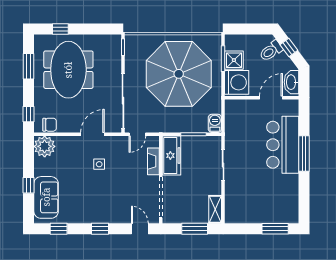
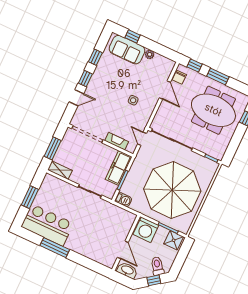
shower: (234, 60) -> (174, 240), moved
window: (29, 66) -> (218, 76), moved
door: (92, 134) -> (165, 90), moved
bar counter: (283, 145) -> (47, 225), moved
plant: (45, 146) -> (150, 54), moved, width x0.53, depth x0.53
window: (304, 153) -> (55, 248), moved
freezer: (172, 156) -> (119, 168), moved, turned 90
window: (29, 185) -> (133, 36), moved
window: (59, 229) -> (95, 57), moved
door: (140, 229) -> (76, 98), moved
window: (275, 229) -> (30, 197), moved

